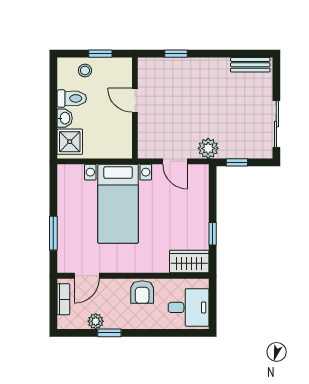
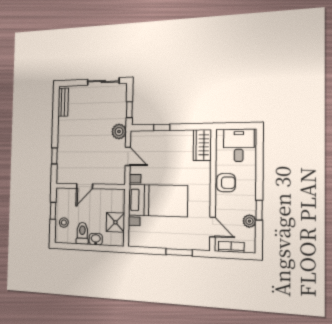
shower: (70, 142) -> (115, 222), moved
door: (175, 161) -> (128, 156), hinge flipped
window: (213, 234) -> (162, 127), moved

